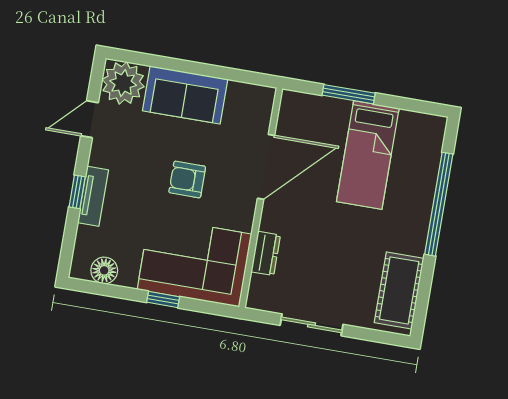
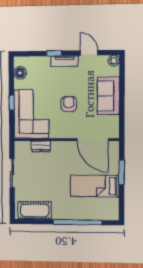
plant: (123, 83) -> (114, 61), width x0.53, depth x0.53
door: (266, 167) -> (93, 140), moved
tv unit: (93, 196) -> (65, 61), moved

